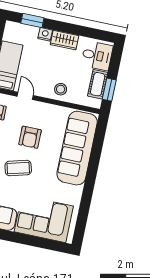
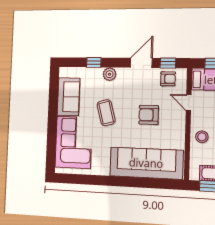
door: (25, 96) -> (189, 103), swing flipped
coffee table: (18, 168) -> (106, 113), moved

